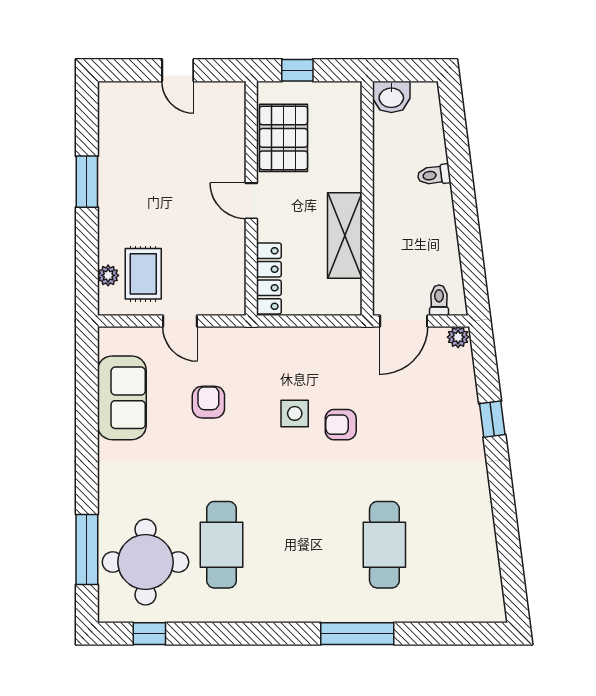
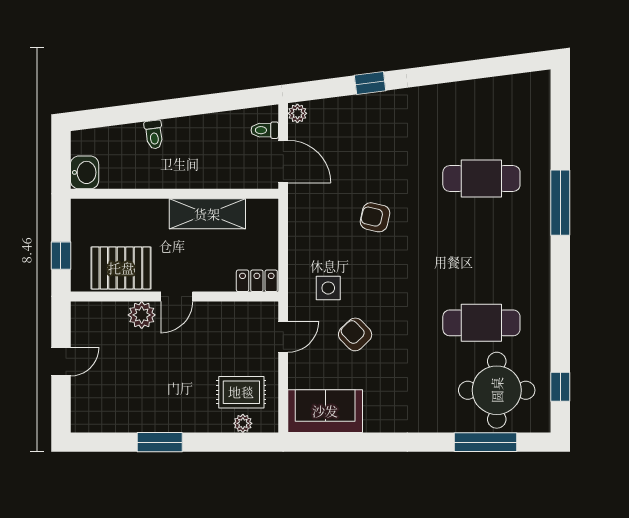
plant: (230, 161) -> (142, 315), added
locker: (269, 279) -> (257, 281), width x0.66
door: (180, 321) -> (283, 337), moved
sofa: (122, 398) -> (325, 411), moved
armchair: (208, 402) -> (355, 334), turned 46
side table: (295, 413) -> (328, 288), moved
armchair: (341, 425) -> (375, 217), turned 103

